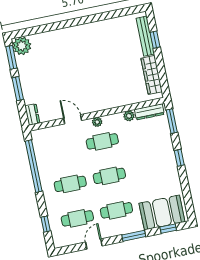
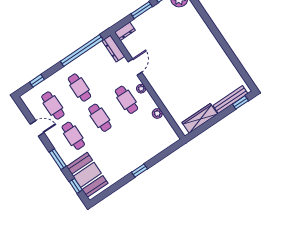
window: (155, 40) -> (240, 102), moved
dresser: (149, 112) -> (113, 48), moved
window: (172, 121) -> (168, 151), removed

